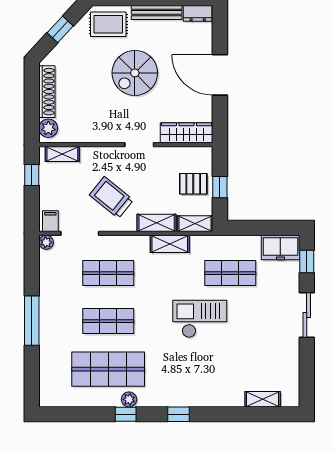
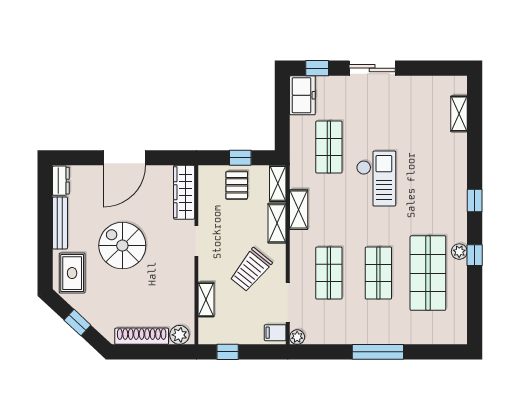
spiral stairs: (135, 73) -> (122, 246), turned 180
shelving: (62, 154) -> (206, 300), moved
checkout: (200, 319) -> (376, 179), turned 180

